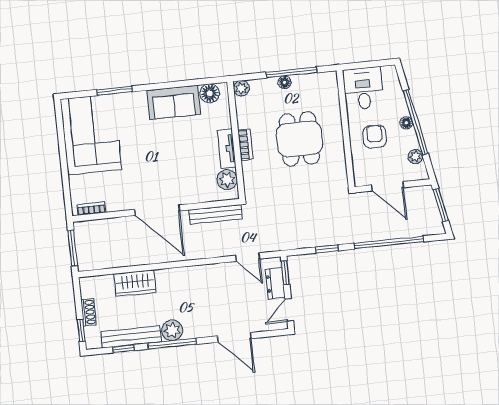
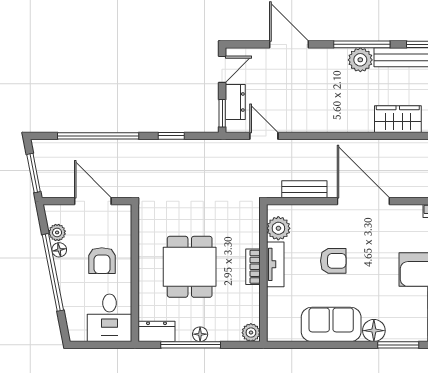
dresser: (322, 81) -> (156, 331), added
floor lamp: (210, 93) -> (374, 331), moved
floor lamp: (406, 123) -> (59, 250), moved
armchair: (178, 157) -> (333, 261), added
bench: (215, 214) -> (304, 189), width x0.73

